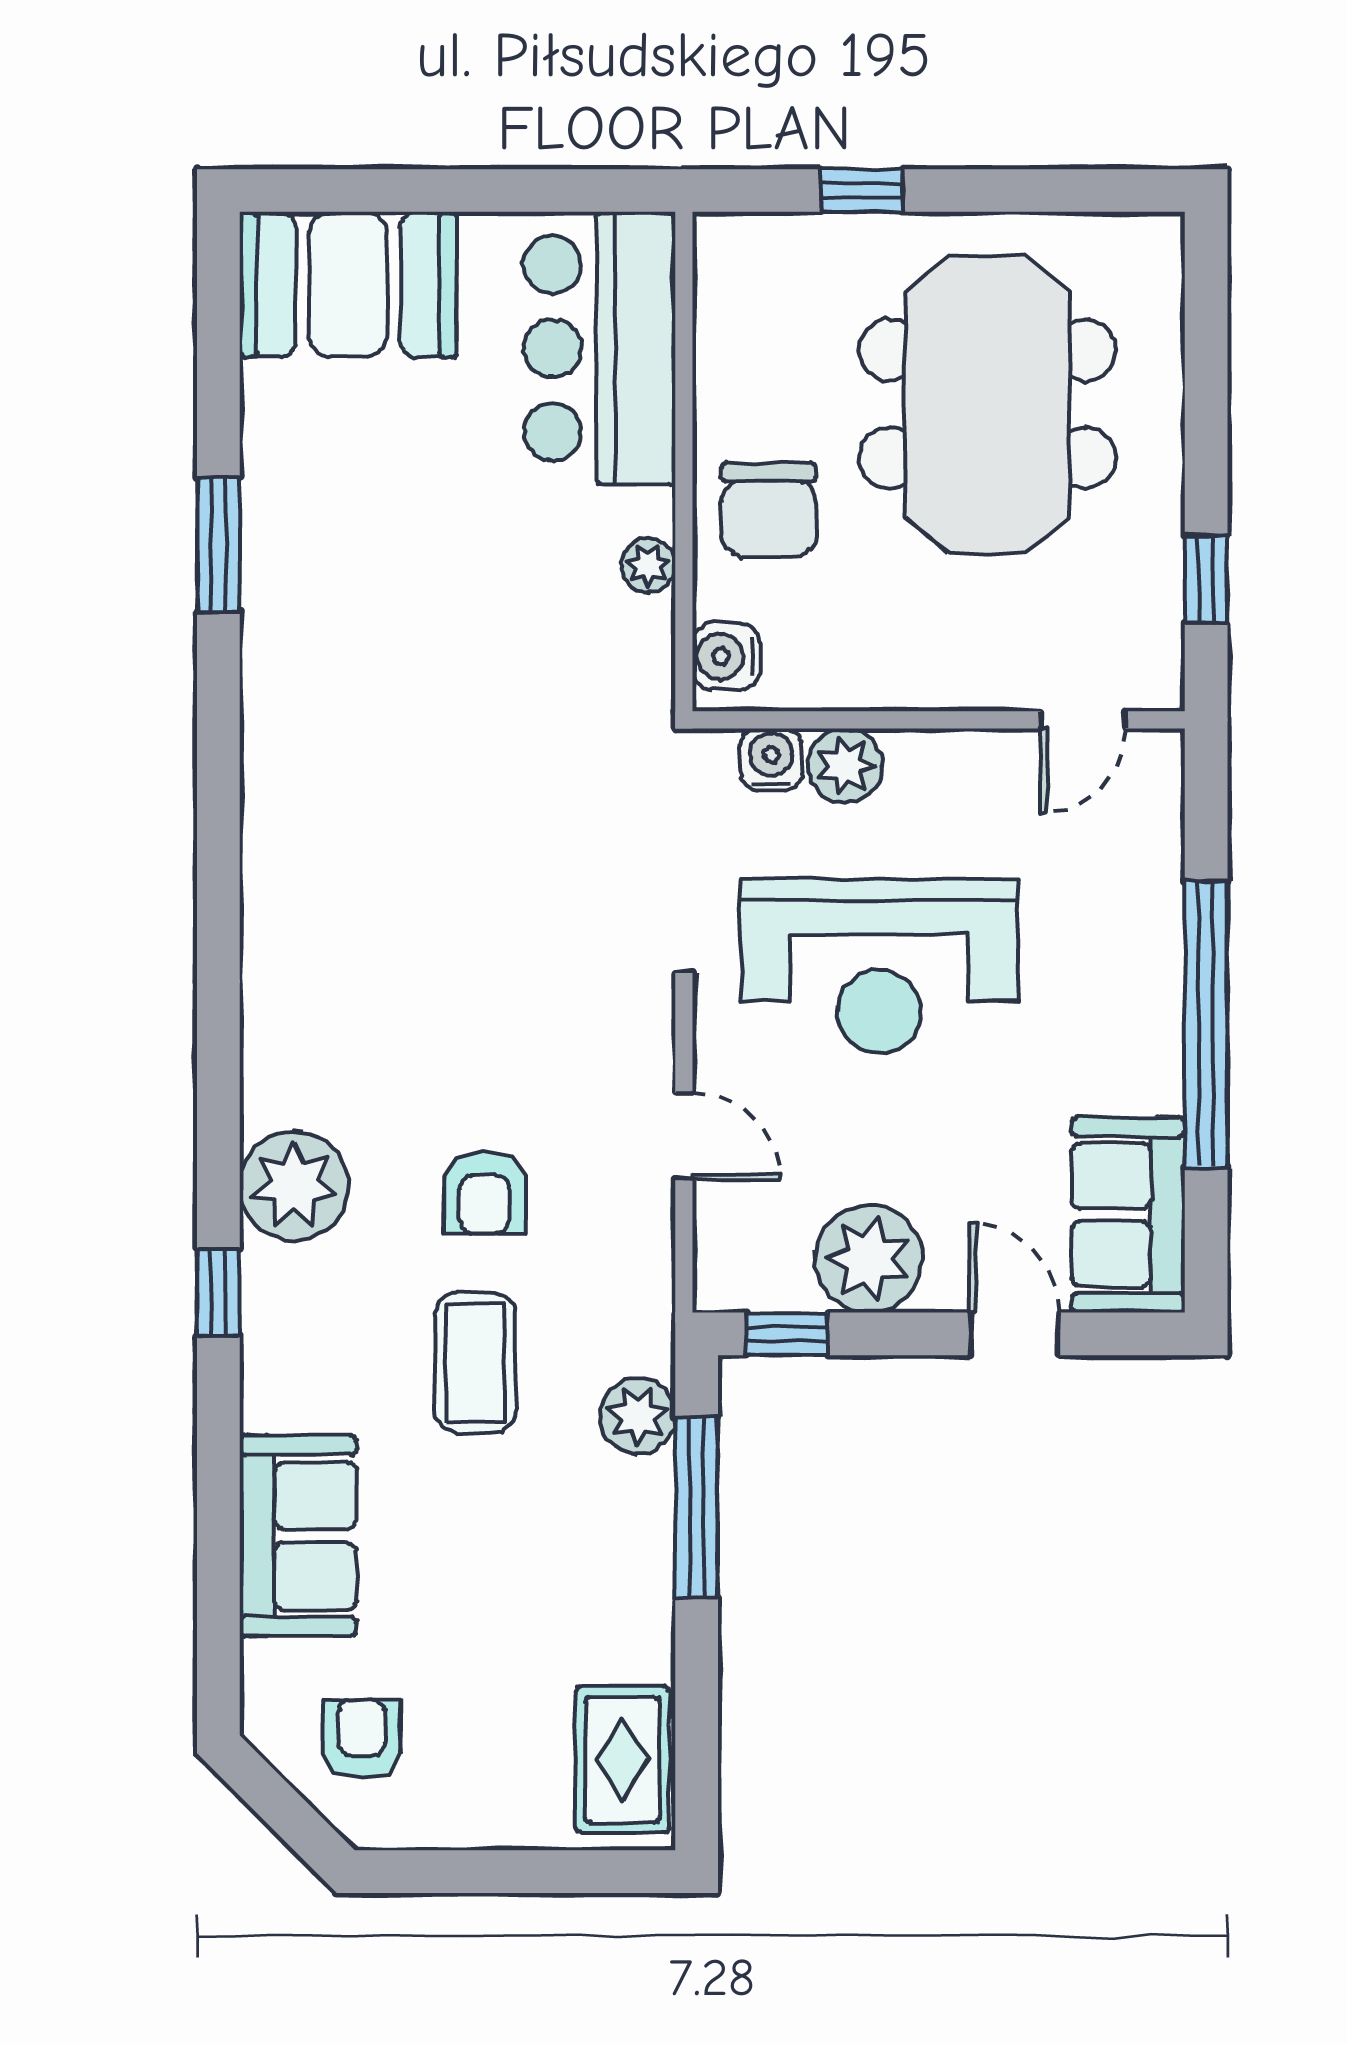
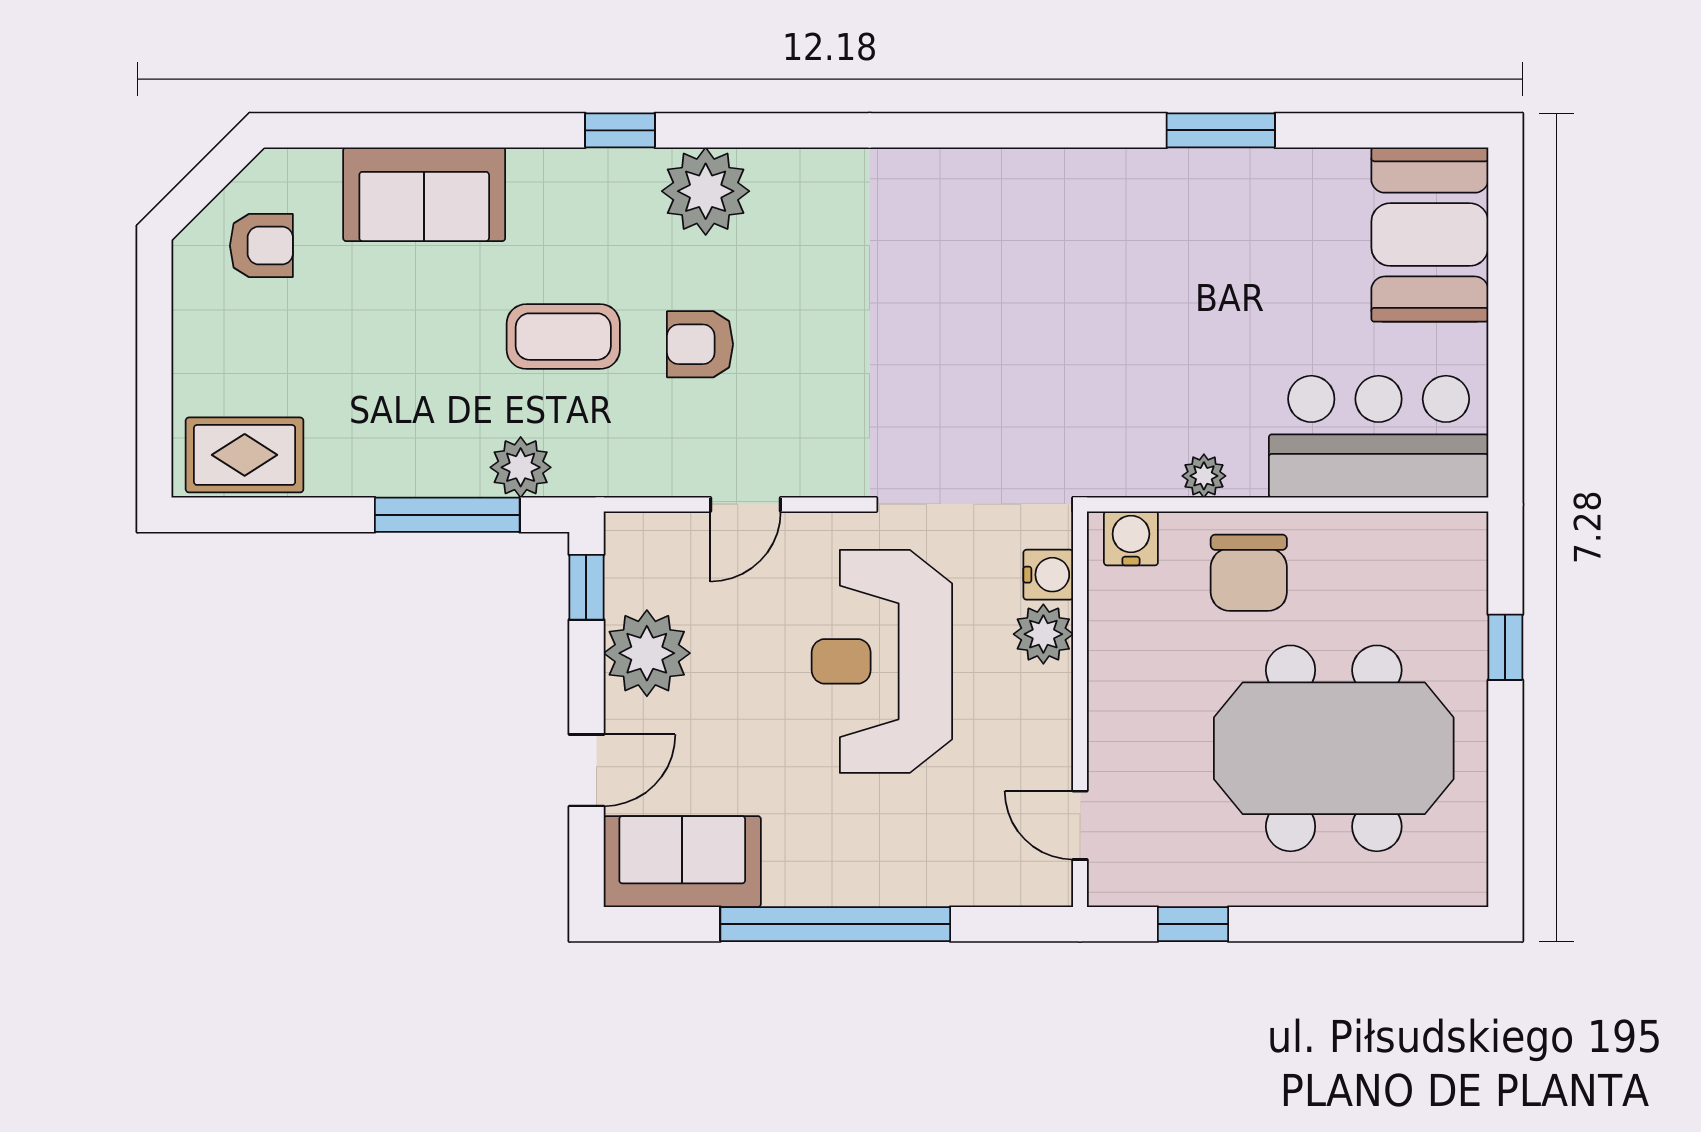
chair: (769, 510) -> (1249, 573), turned -90

